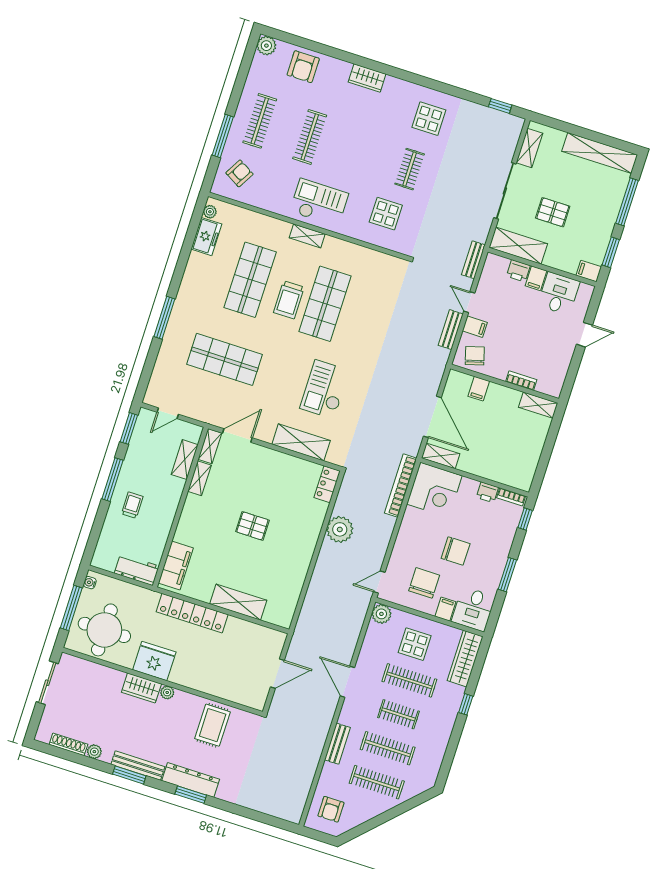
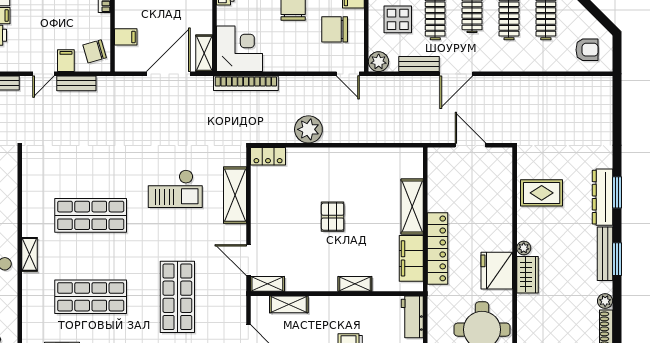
trolley: (289, 300) -> (98, 252), removed
shelving: (199, 478) -> (355, 284), moved
filing cabinet: (176, 566) -> (411, 258), moved, turned -90
bench: (337, 744) -> (419, 64), moved

